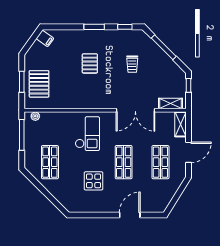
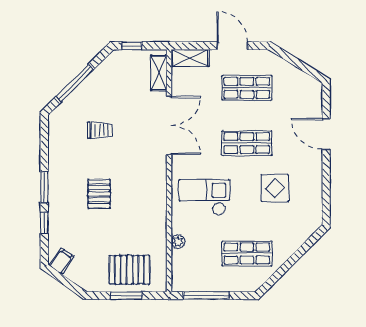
window: (125, 27) -> (44, 223), moved
pallet: (90, 63) -> (99, 194), turned 90
plant: (35, 116) -> (178, 242), moved

